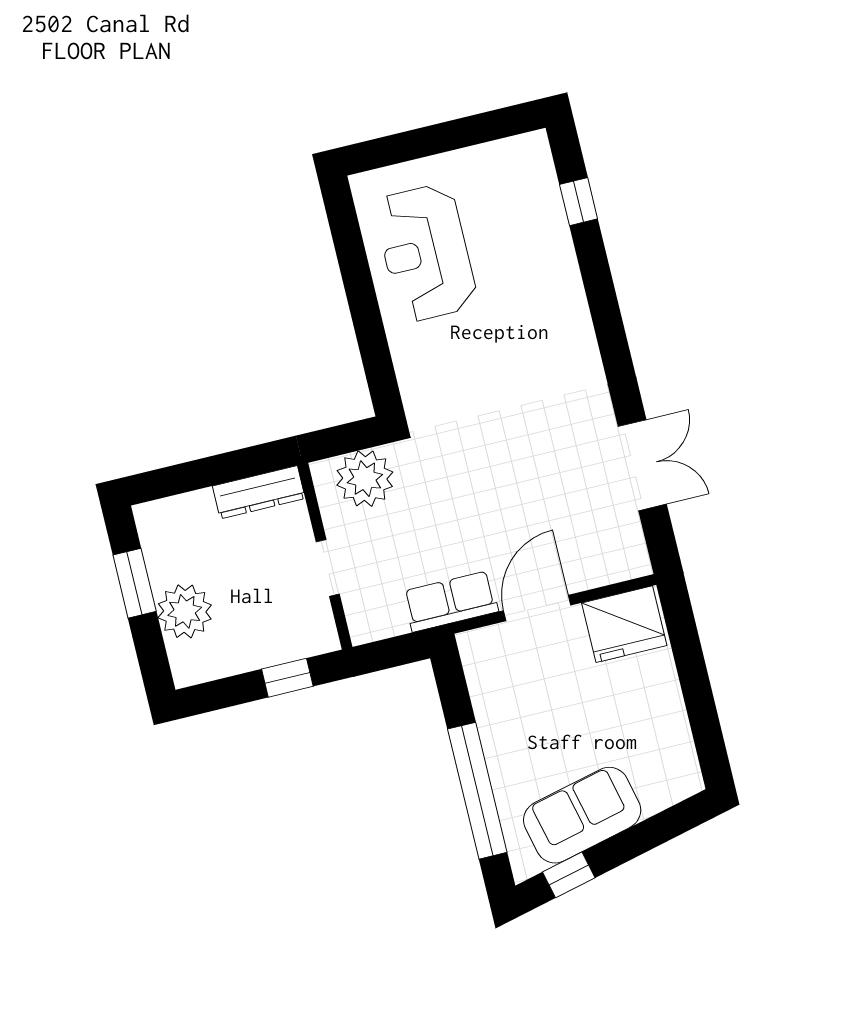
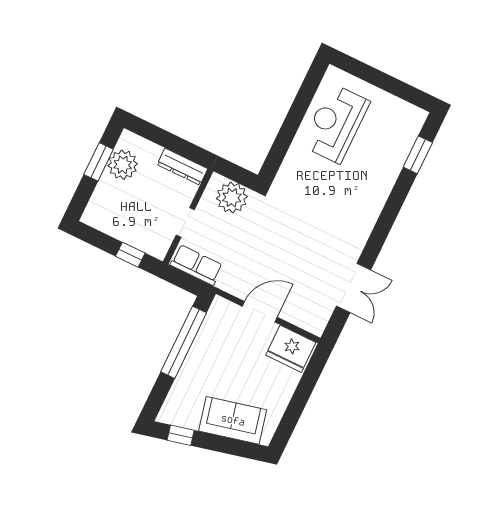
window: (579, 202) -> (418, 155), width x1.50
row of seats: (451, 601) -> (196, 265), moved
plant: (185, 611) -> (123, 165), moved
window: (477, 791) -> (184, 342), moved
sofa: (582, 815) -> (233, 420), moved

